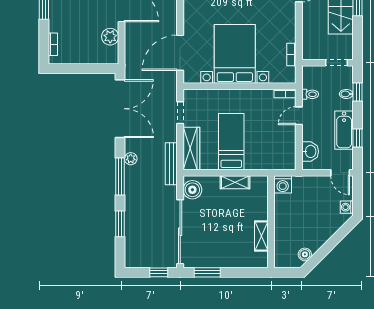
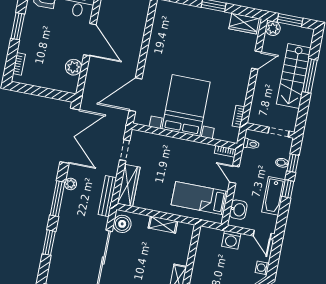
toilet: (310, 94) -> (251, 144), moved
door: (299, 116) -> (234, 174), hinge flipped
window: (358, 138) -> (288, 189), moved
bed: (231, 142) -> (200, 198), moved, turned -90
washing machine: (283, 184) -> (231, 240), moved

